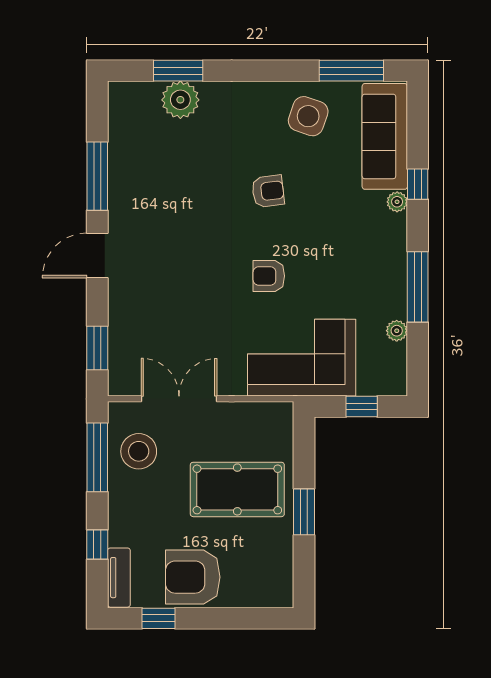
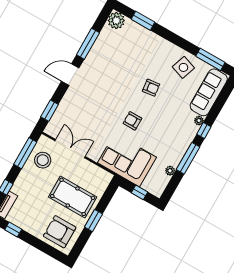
plant: (180, 100) -> (116, 21), moved
window: (418, 184) -> (204, 131), moved
armchair: (193, 577) -> (60, 232), moved

